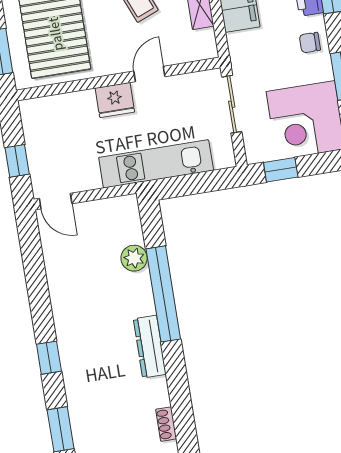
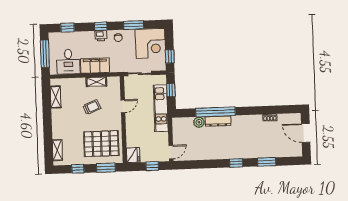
door: (149, 74) -> (123, 106), swing flipped
fridge: (115, 100) -> (133, 155), moved
window: (202, 182) -> (171, 90), added
dresser: (150, 347) -> (218, 121), moved

